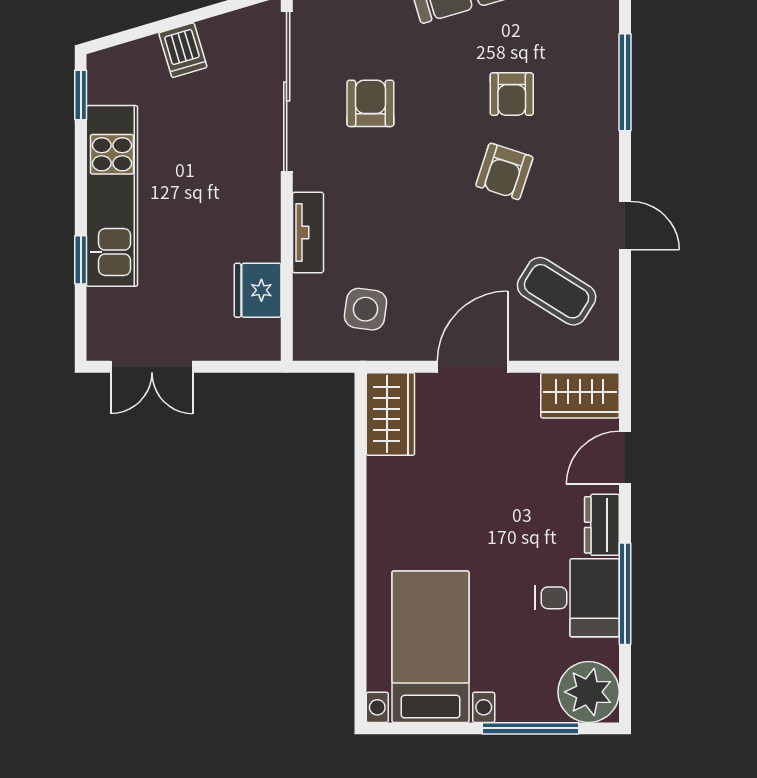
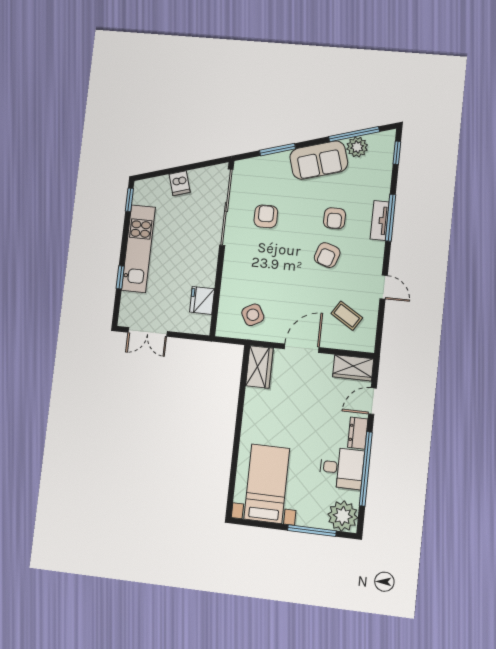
tv unit: (308, 232) -> (380, 220), moved, turned 180
coffee table: (557, 291) -> (347, 316), width x0.73, depth x0.77
side table: (365, 309) -> (253, 315), turned -37
window: (625, 594) -> (366, 469), width x1.46

